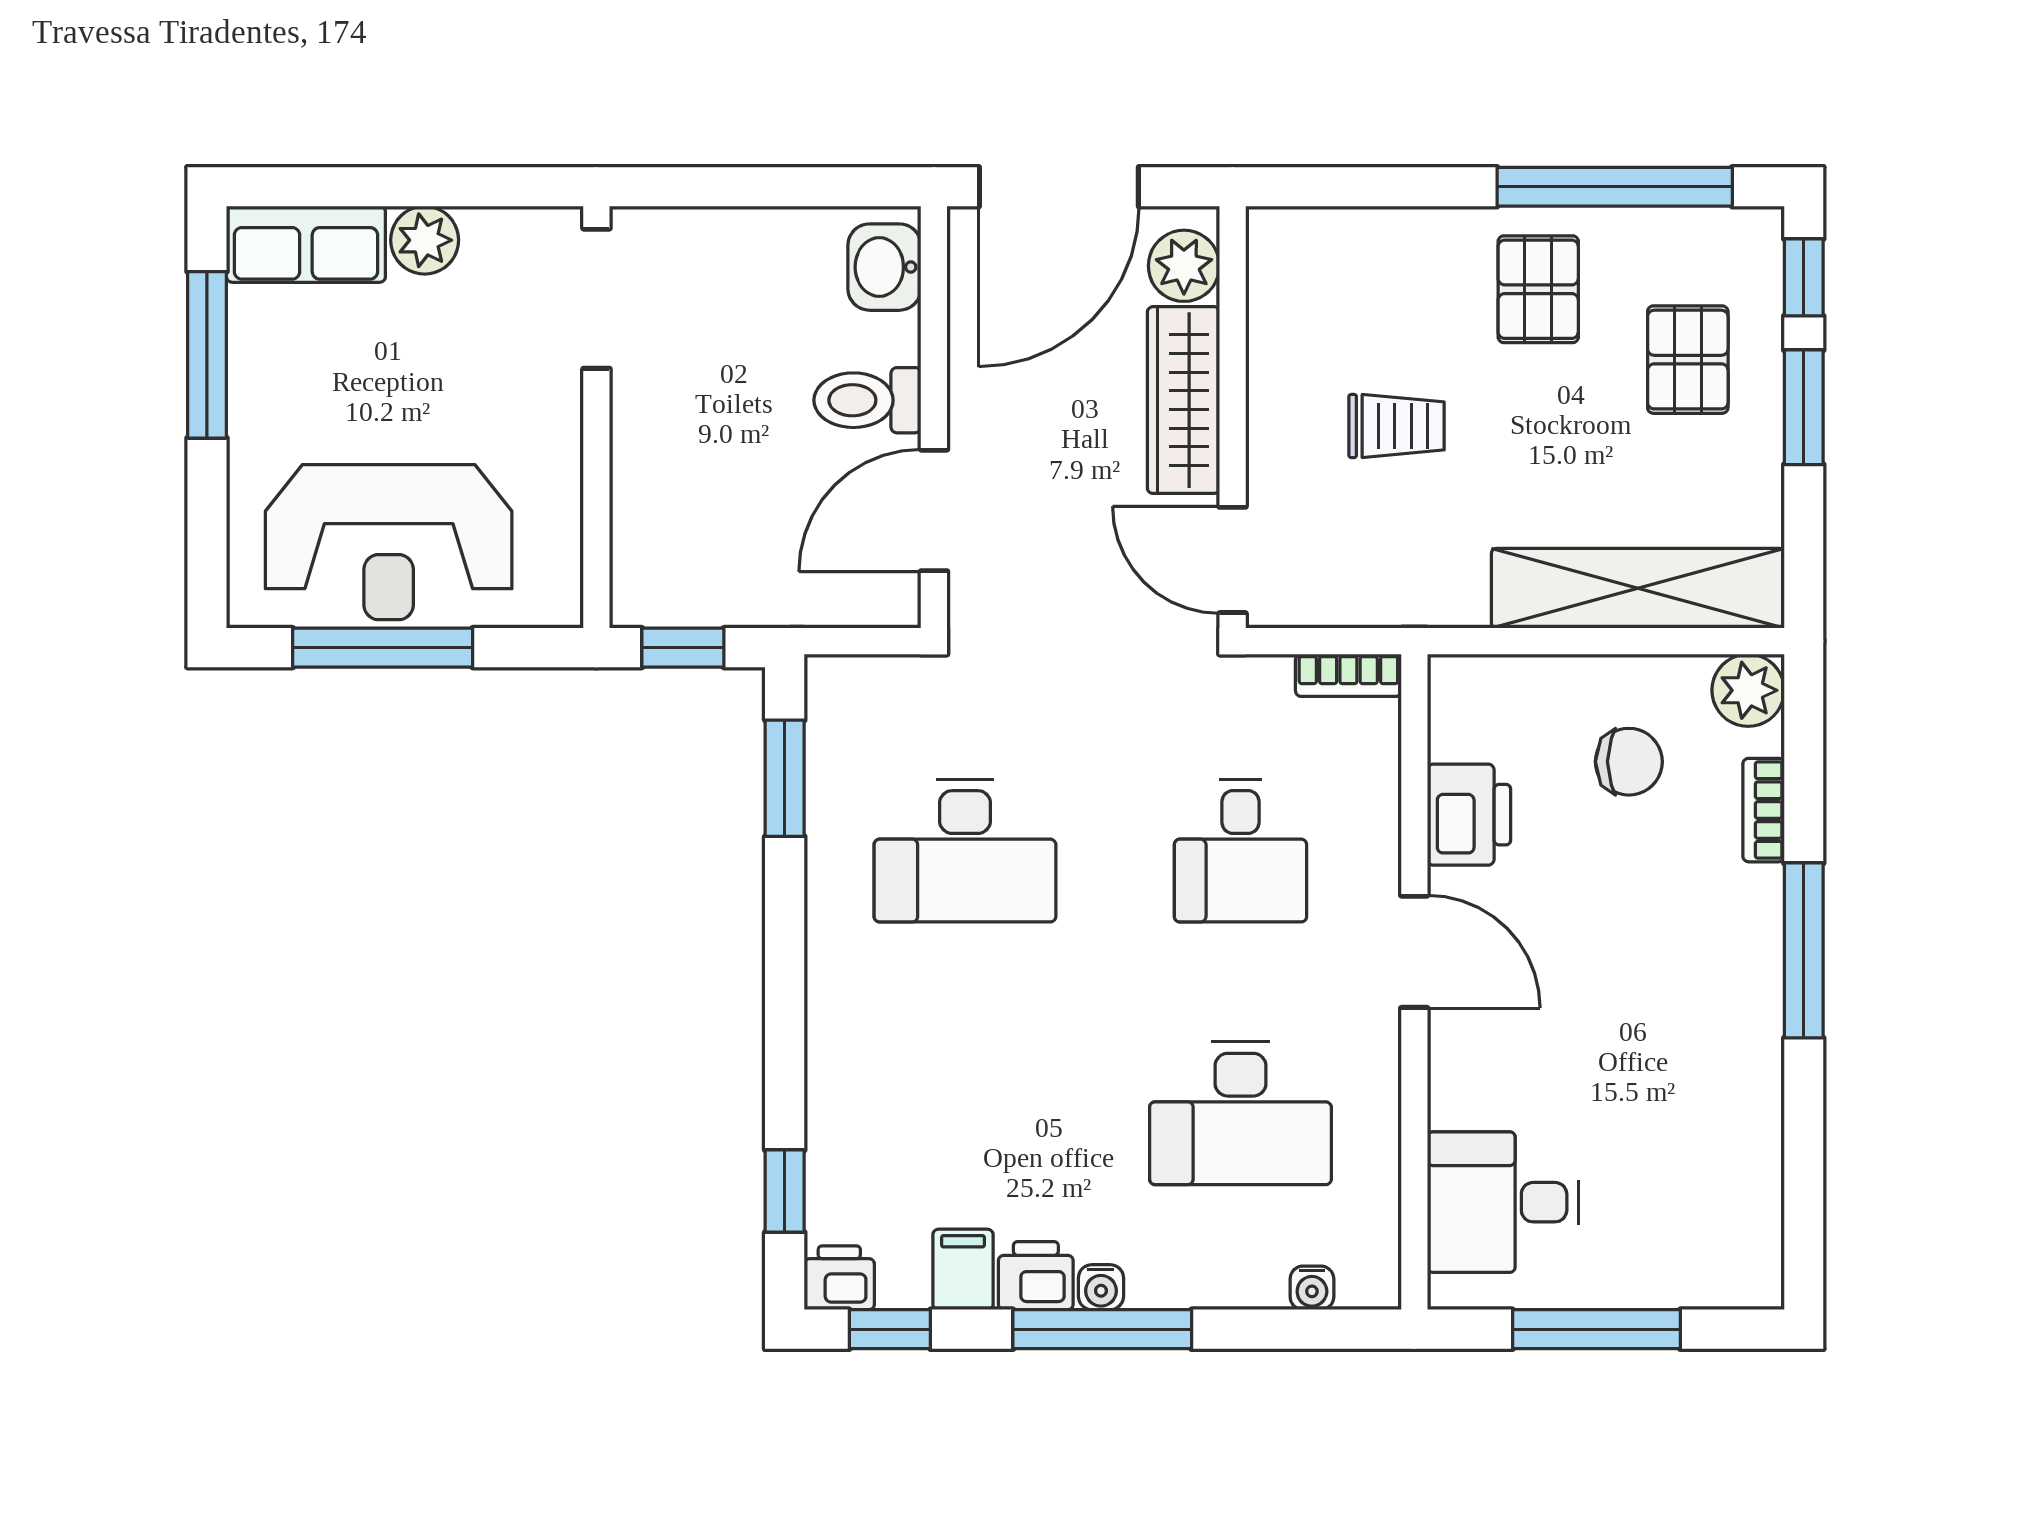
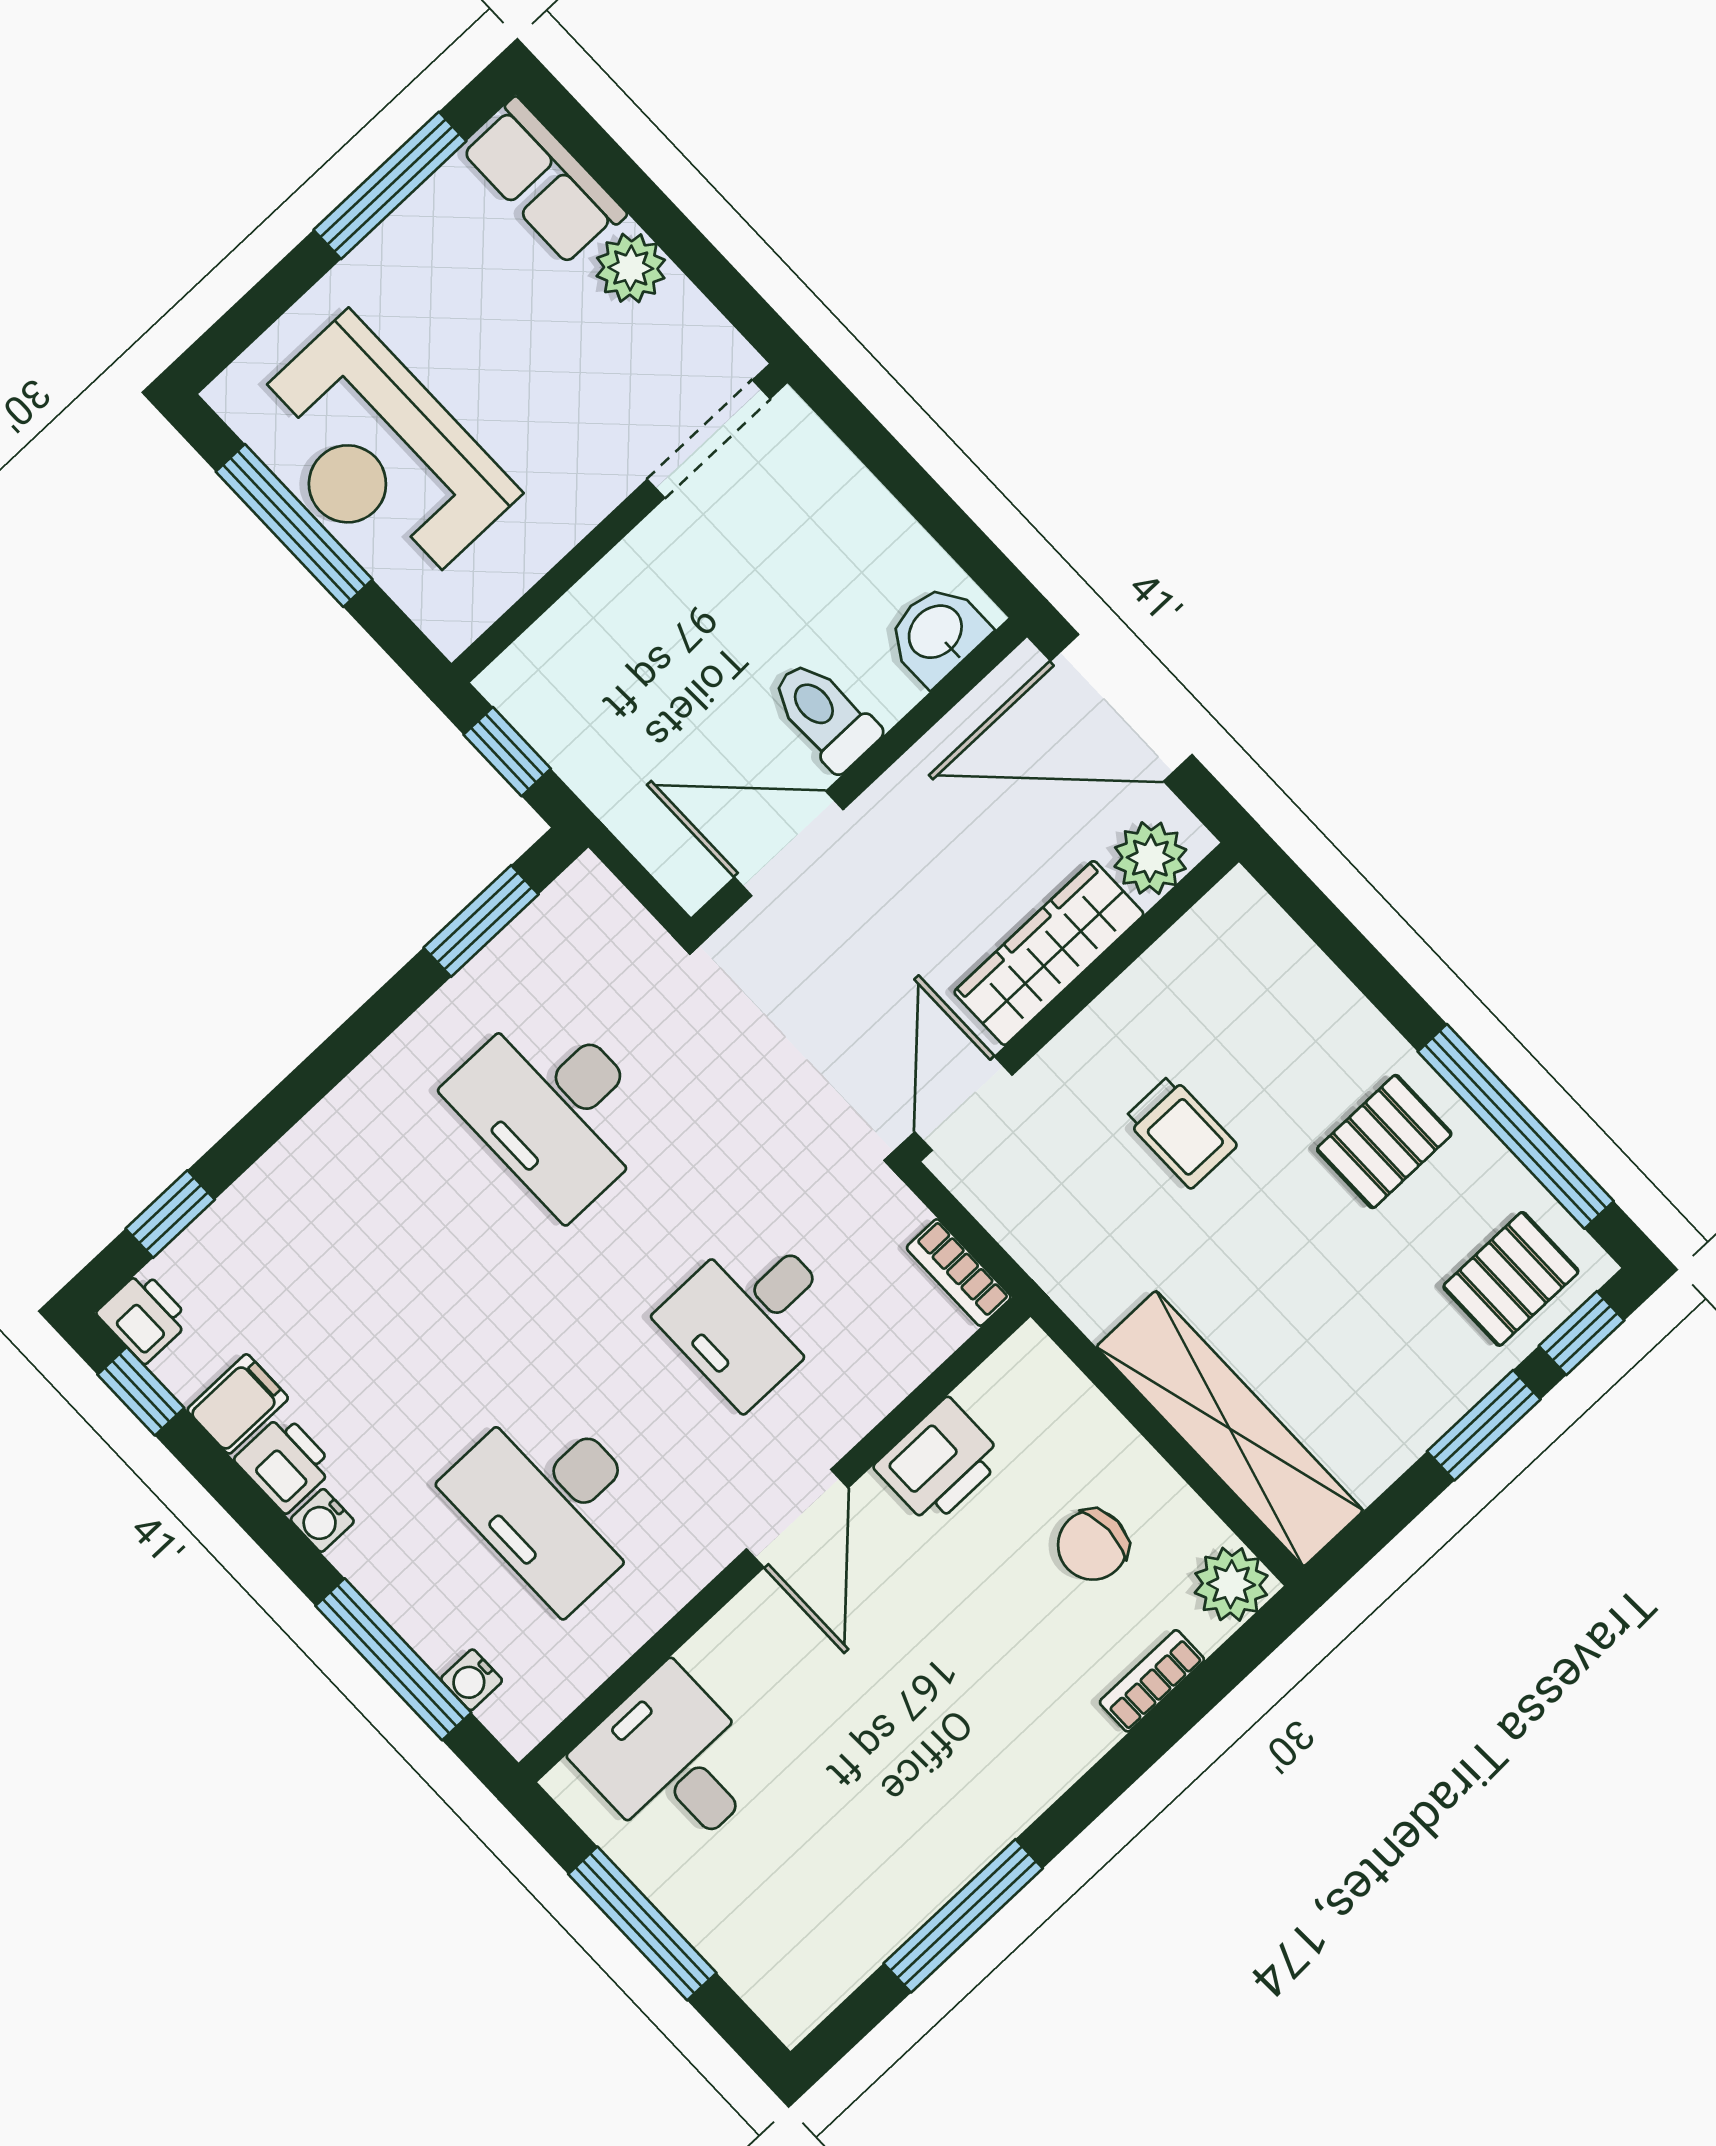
pallet: (1688, 360) -> (1511, 1279), moved
chair: (1629, 762) -> (1093, 1545), turned 90
window: (1804, 950) -> (963, 1916), moved
window: (1102, 1329) -> (393, 1659), moved

